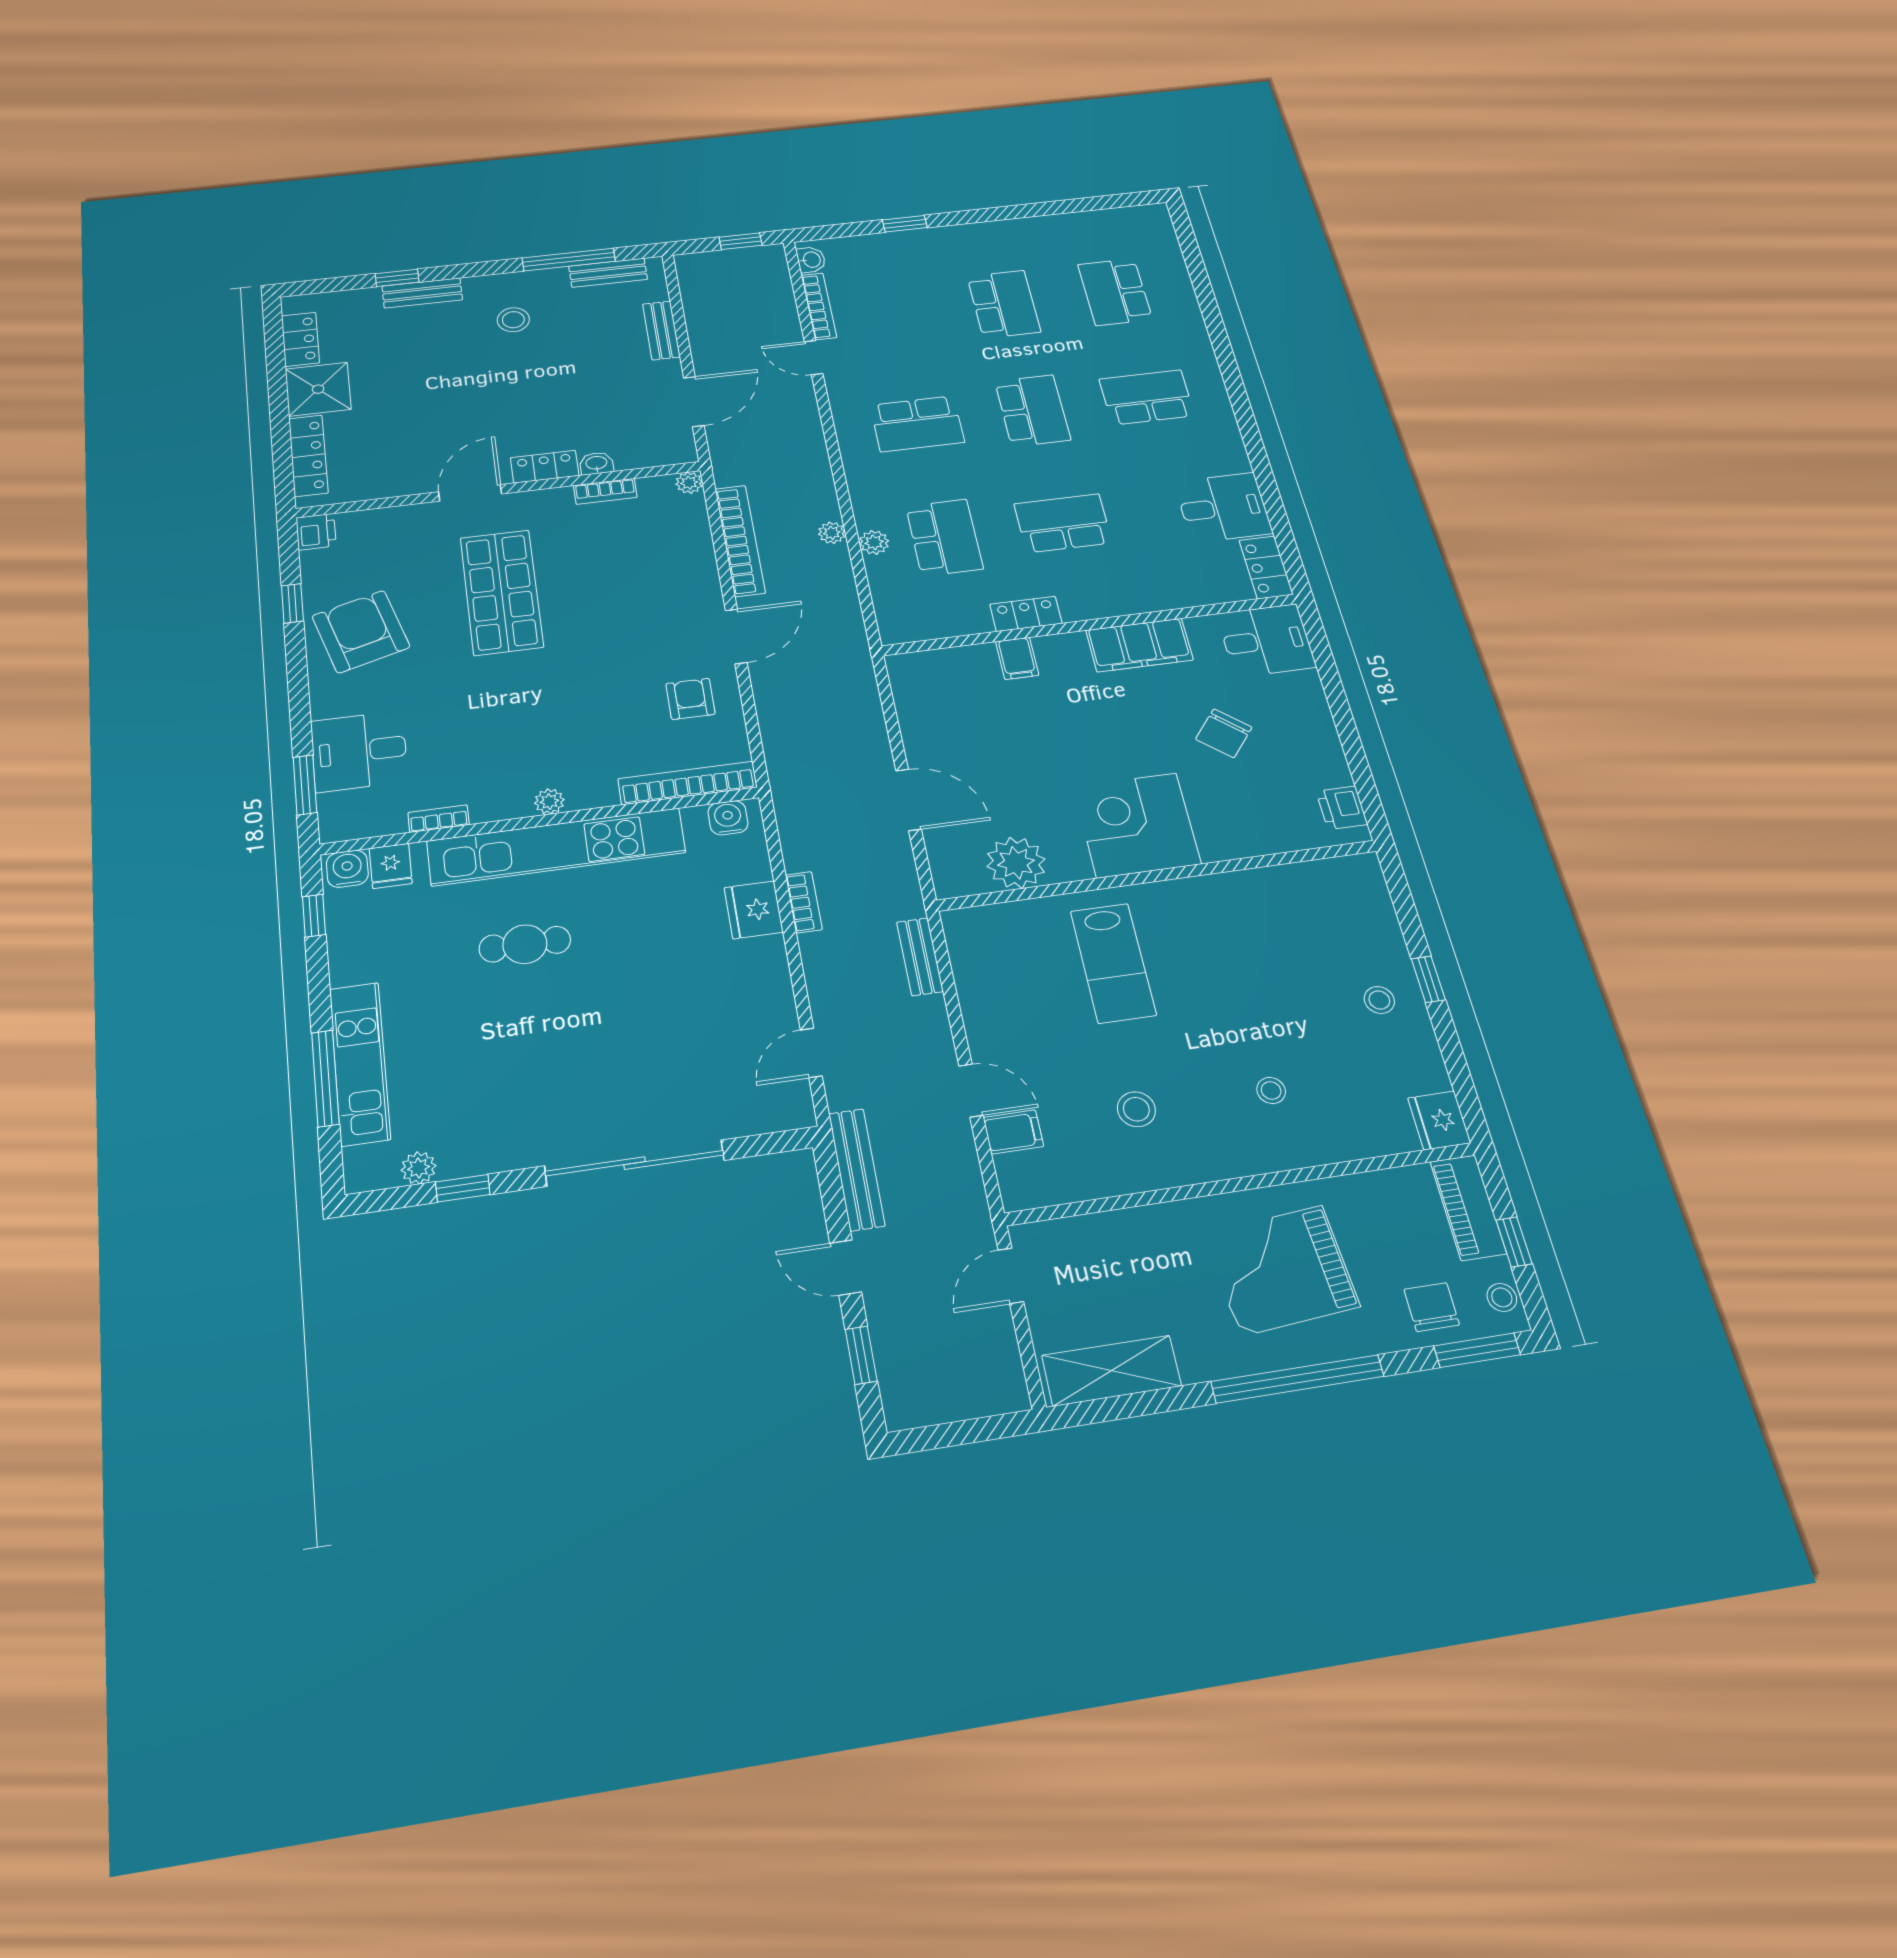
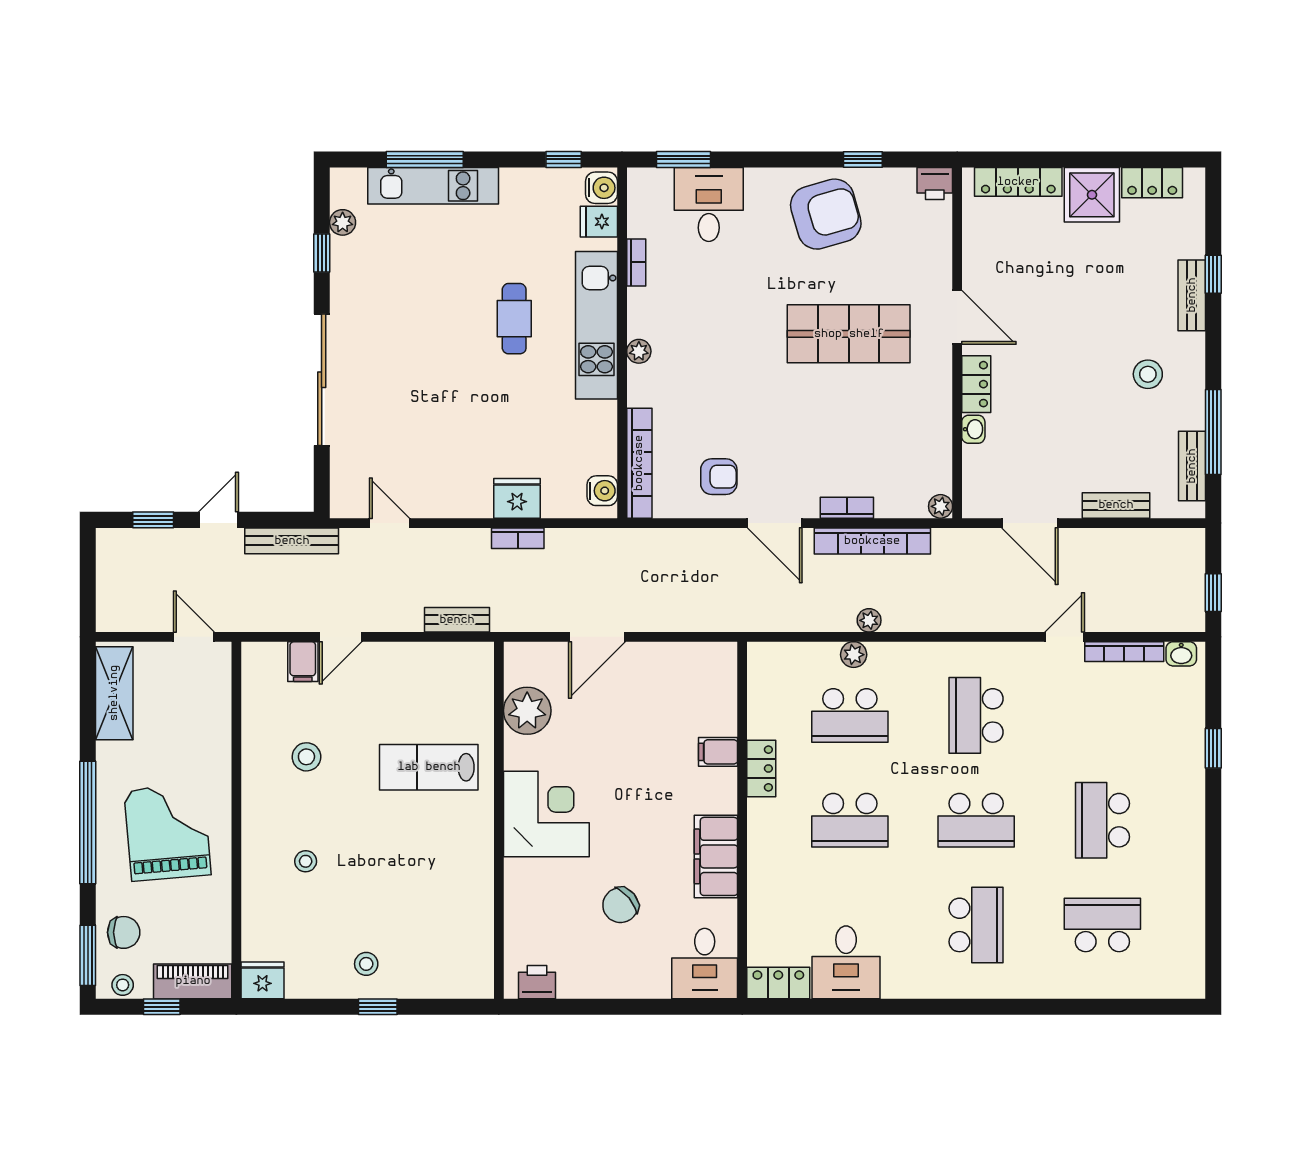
school desk: (1004, 304) -> (1102, 820), turned 90
bookcase: (605, 491) -> (847, 508), moved, turned 90
school desk: (1063, 523) -> (850, 820), turned 90
chair: (1224, 733) -> (620, 905), turned -80
kitchen unit: (556, 847) -> (596, 325), width x0.73

